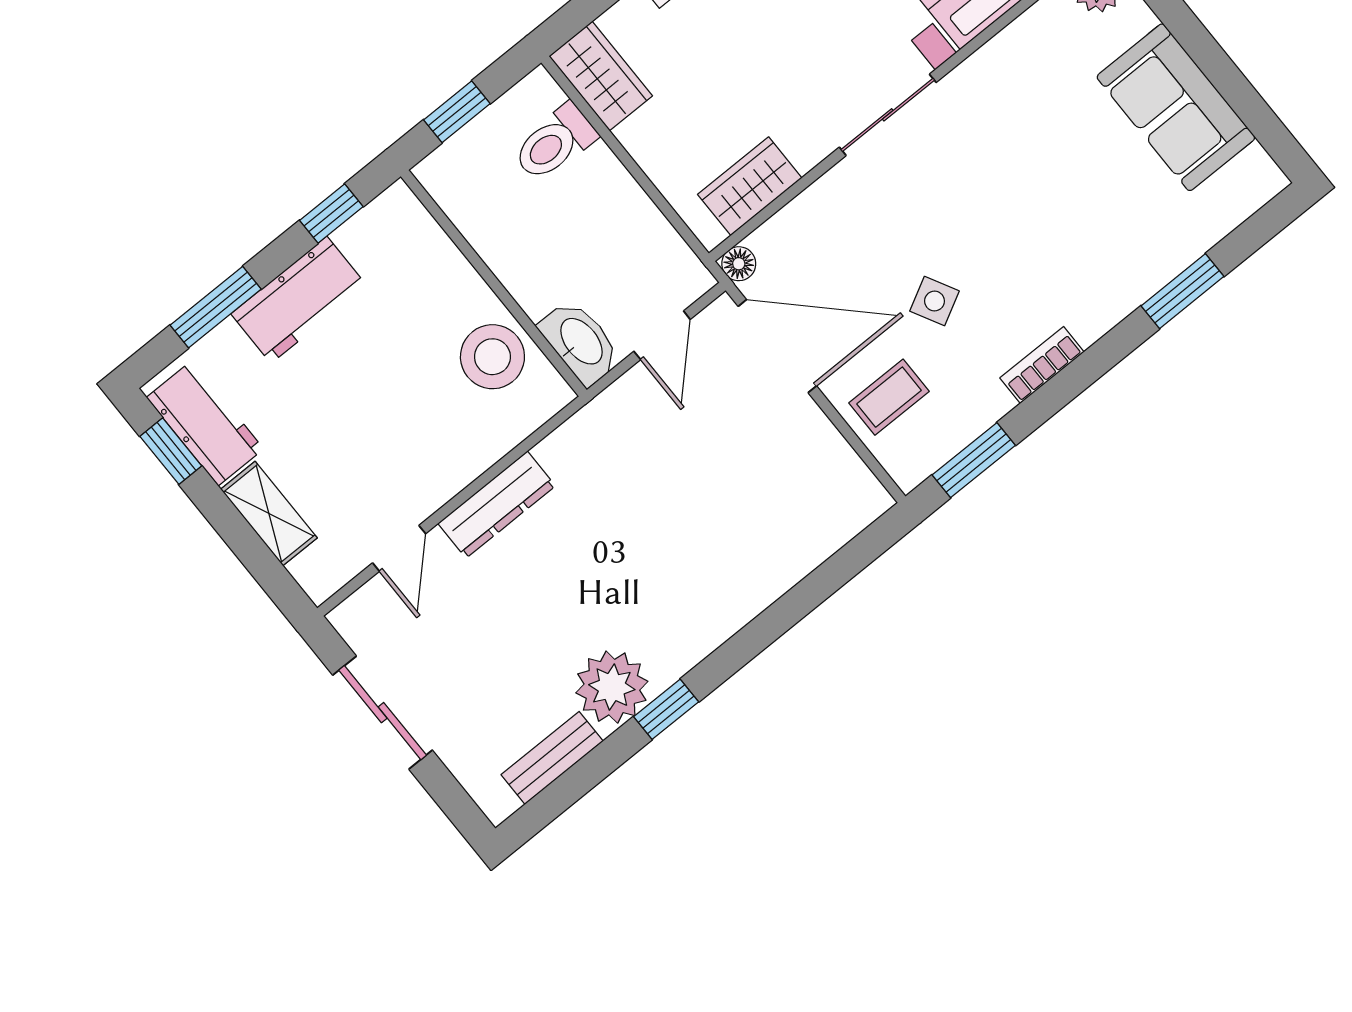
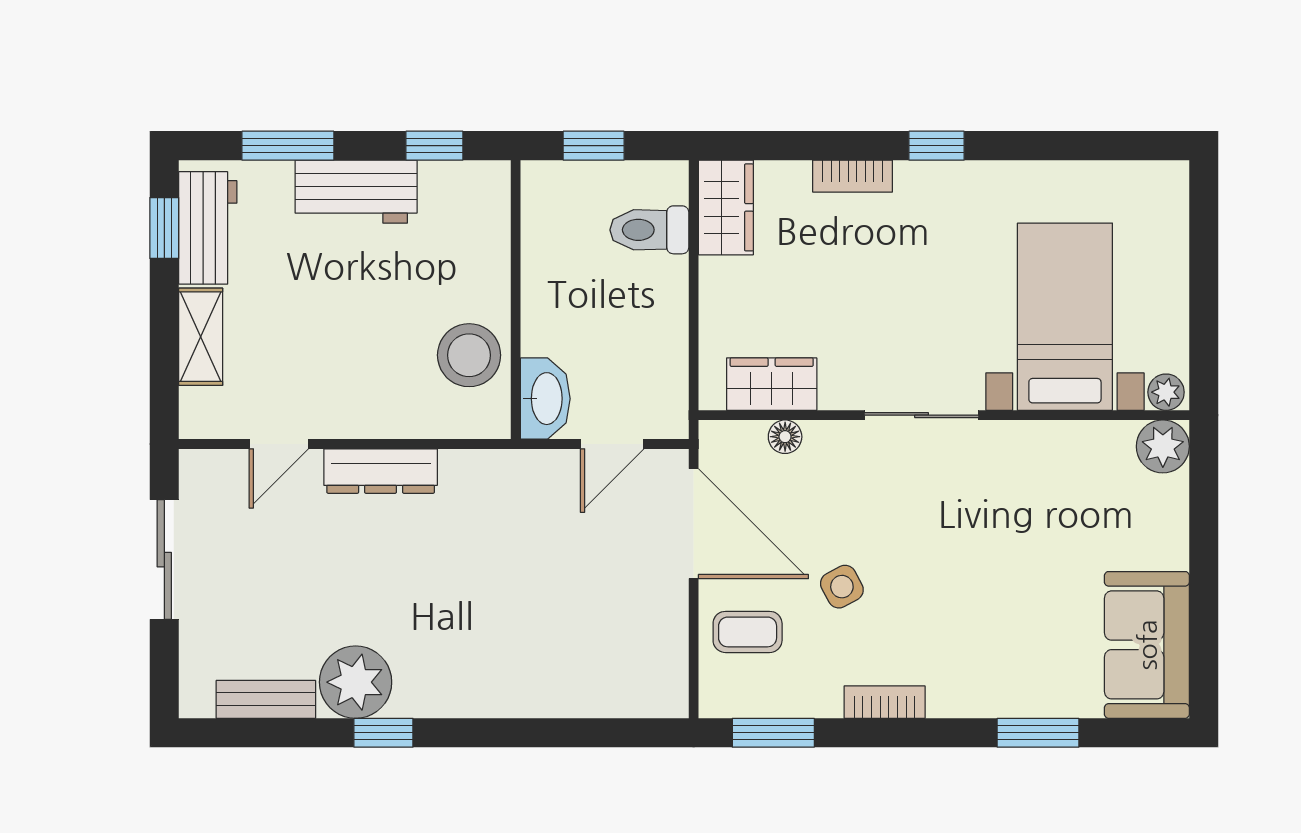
sofa: (1176, 107) -> (1147, 645), moved
floor lamp: (739, 264) -> (785, 437), moved

